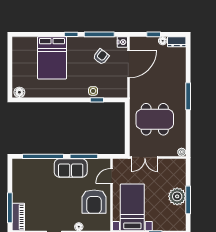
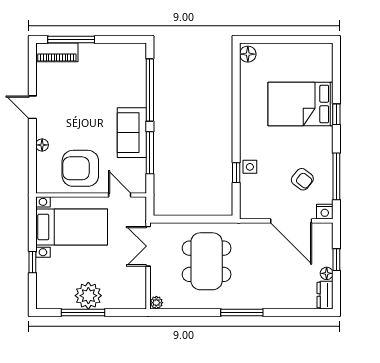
window: (71, 34) -> (336, 114), moved

